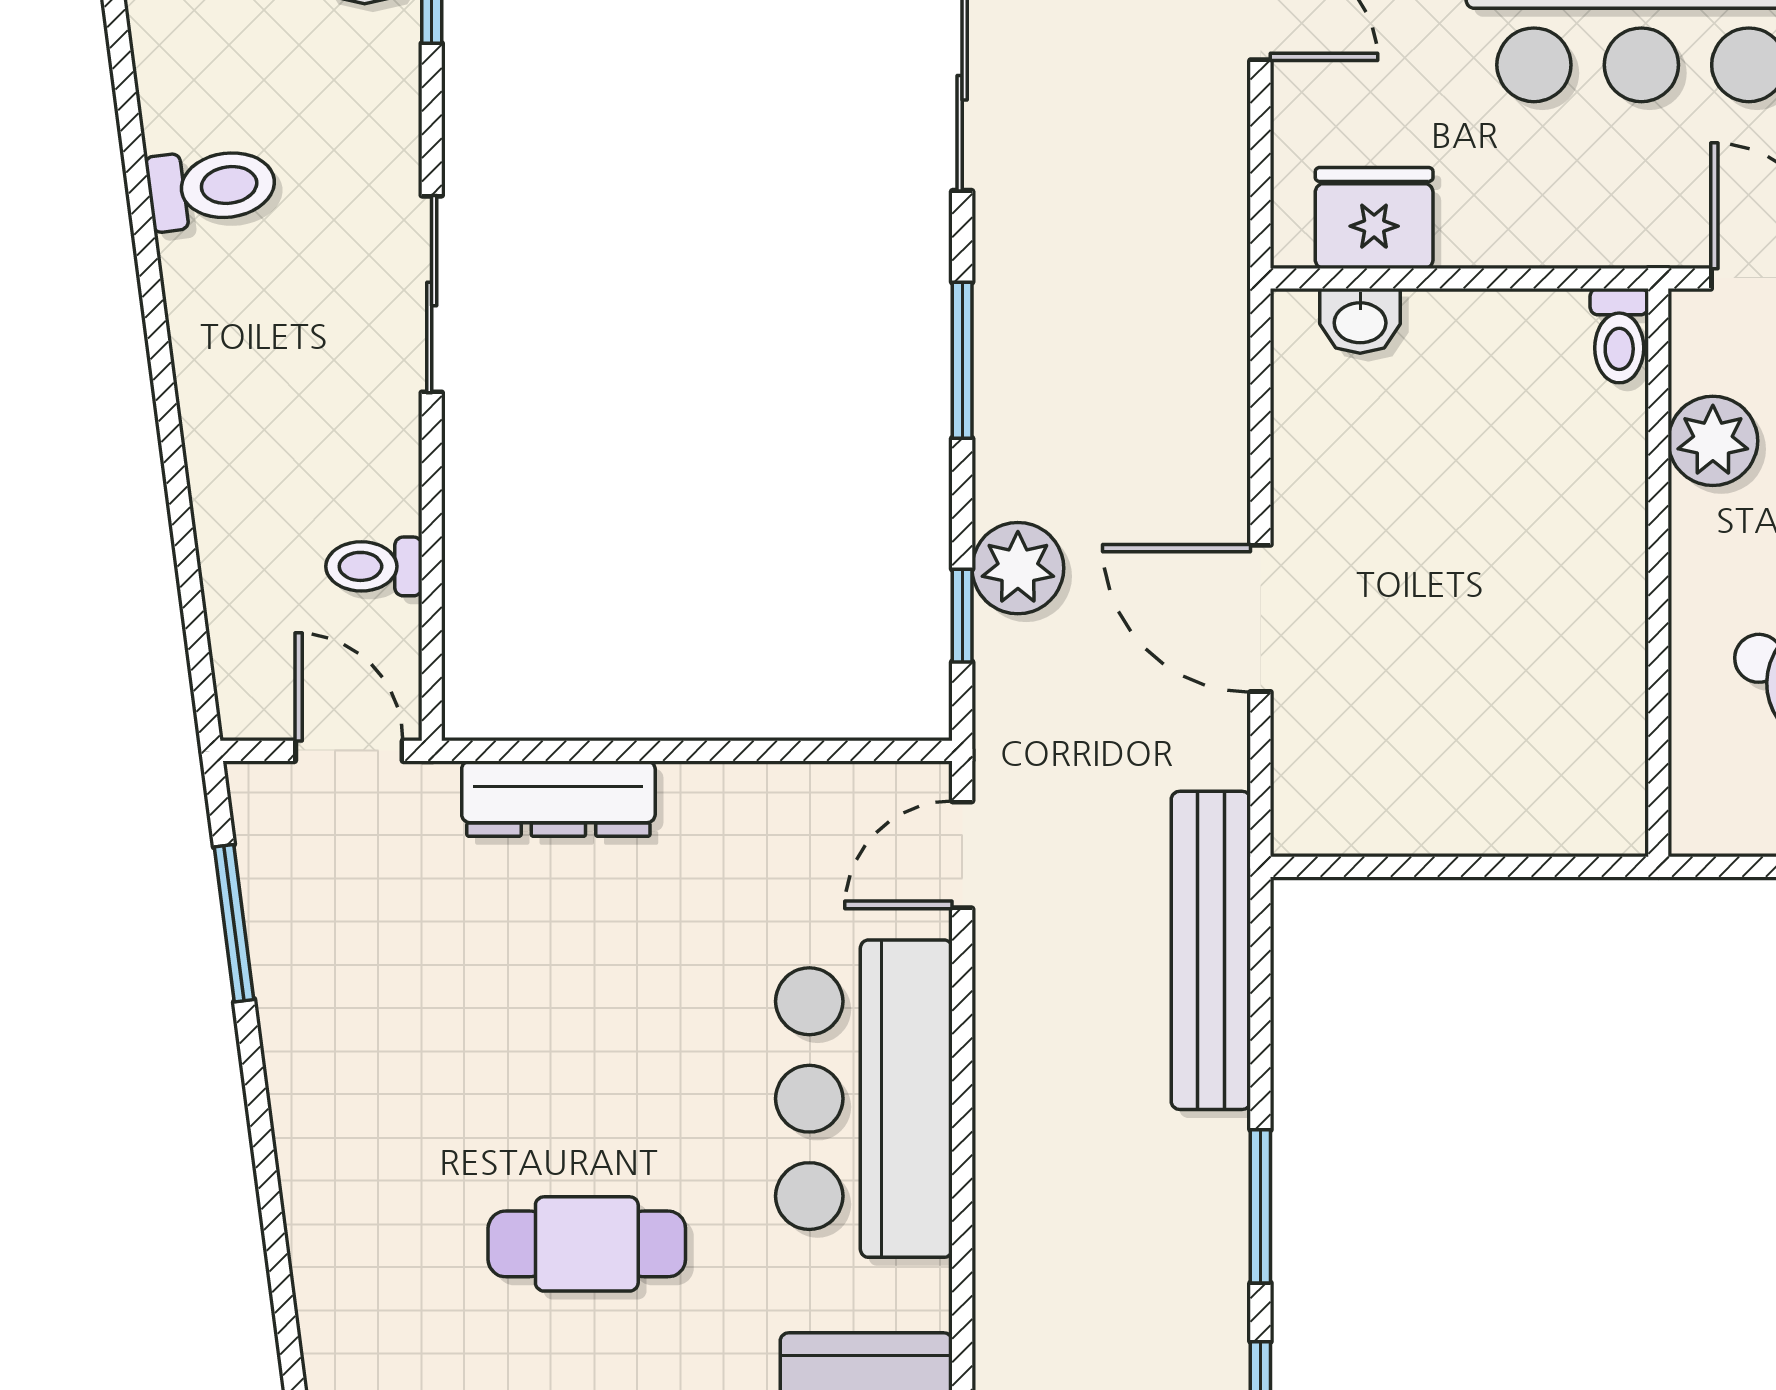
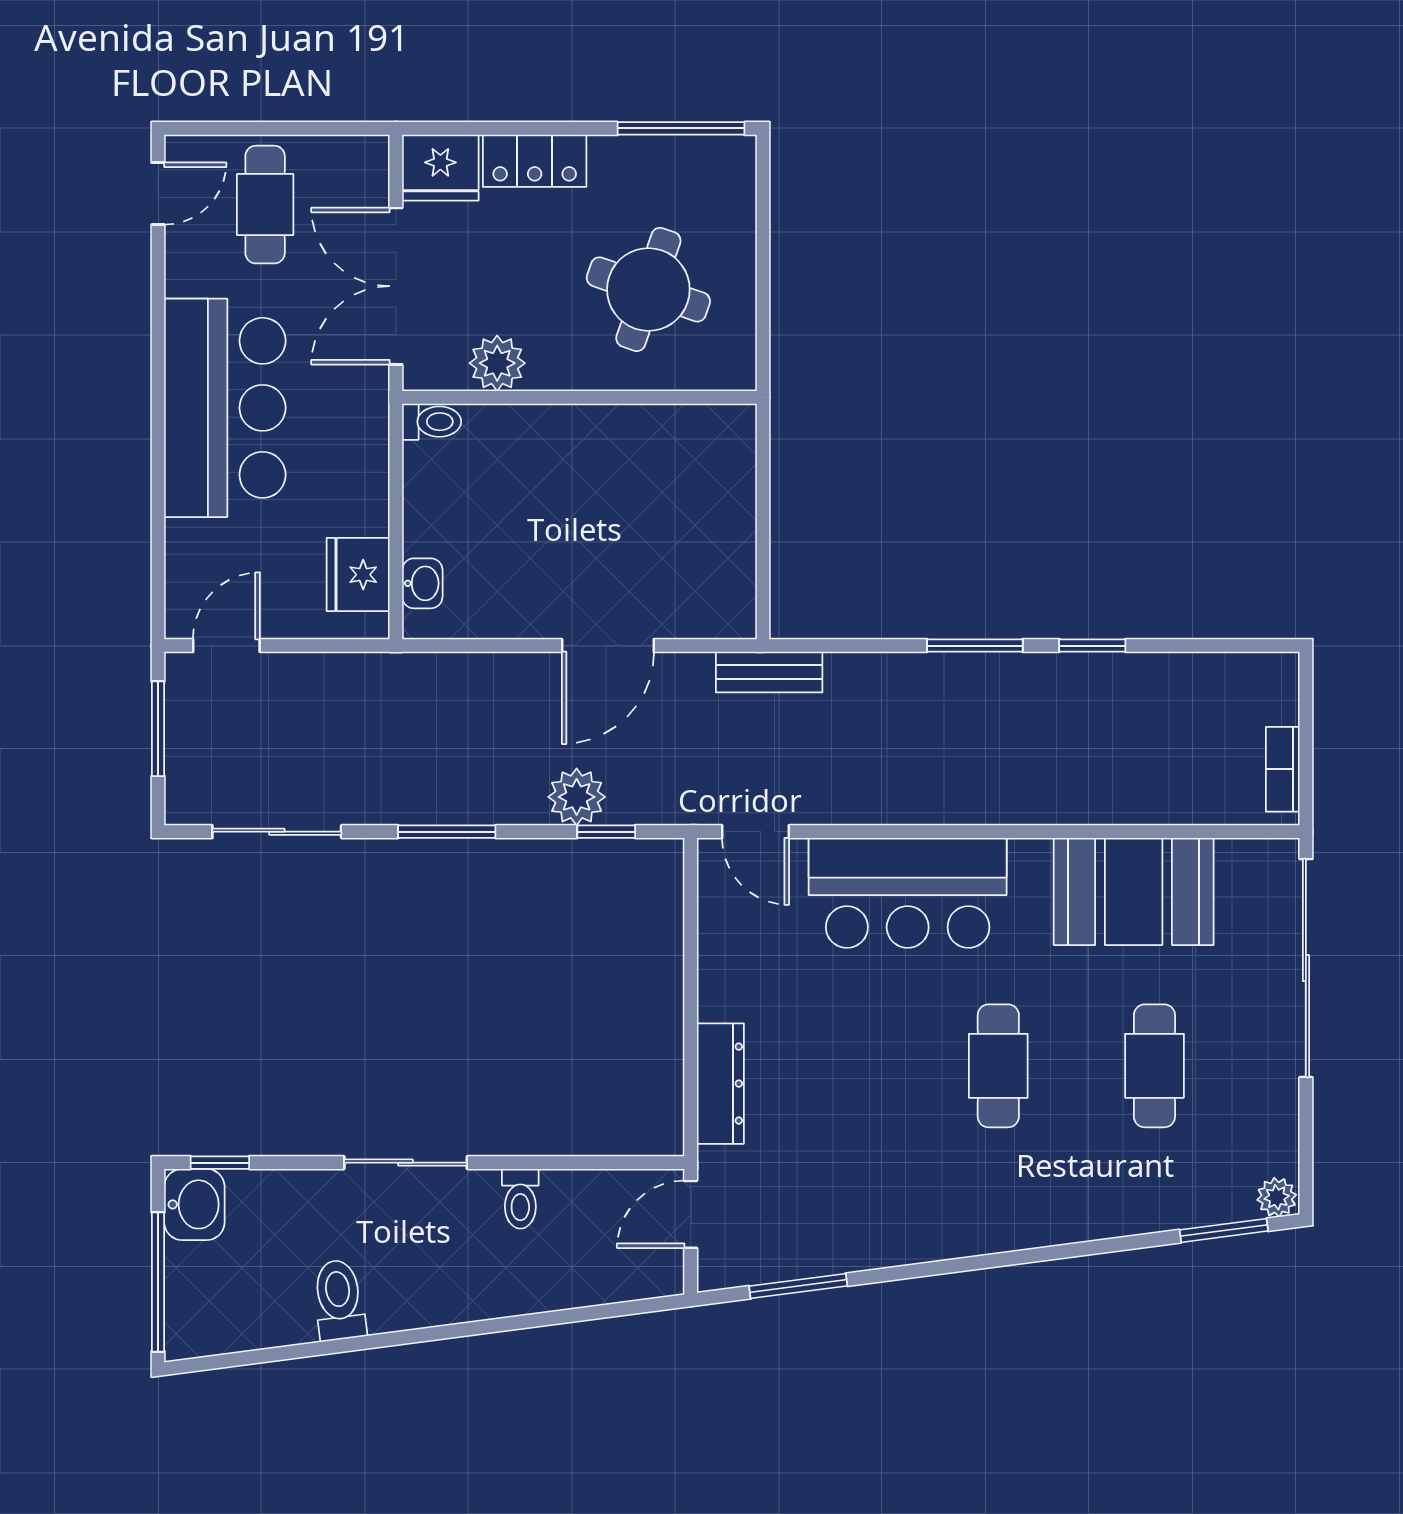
toilet: (374, 566) -> (520, 1199), moved
bench: (1211, 950) -> (769, 672), width x0.54, depth x0.82

